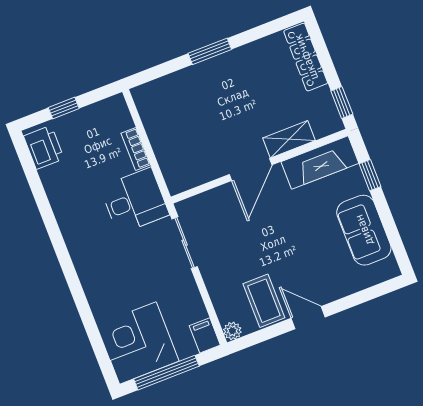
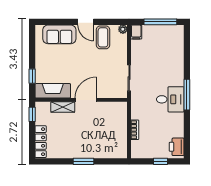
desk: (135, 201) -> (170, 99), moved, turned 180
sofa: (364, 230) -> (59, 34), moved, turned 90
window: (63, 254) -> (187, 95), added
corner desk: (138, 343) -> (168, 40), removed

